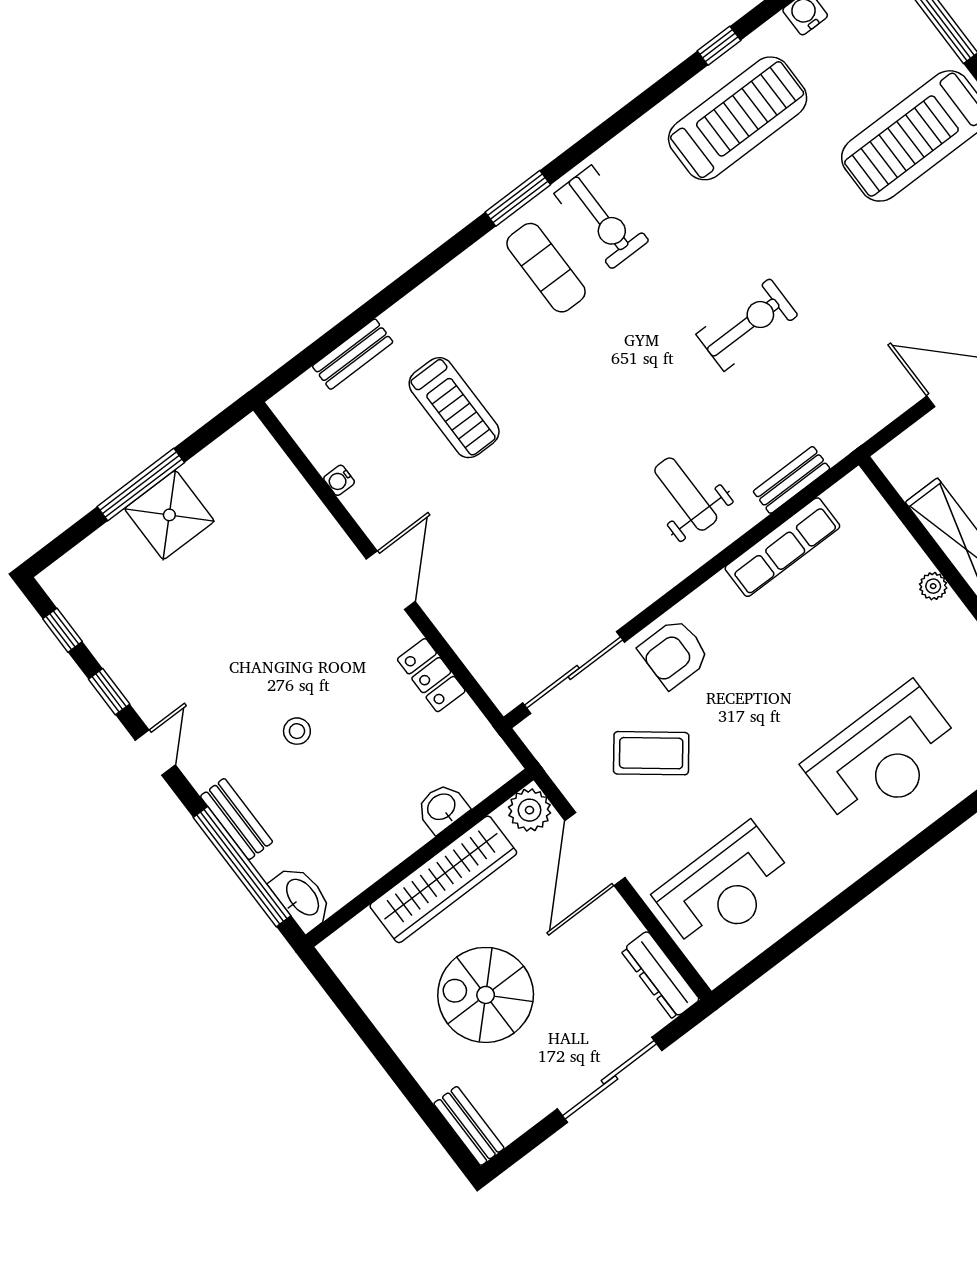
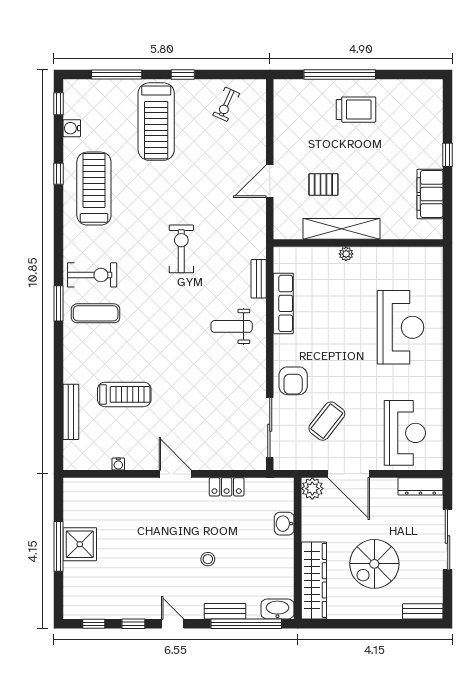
bench: (353, 354) -> (71, 412), width x1.36
wardrobe: (443, 879) -> (314, 580), moved

